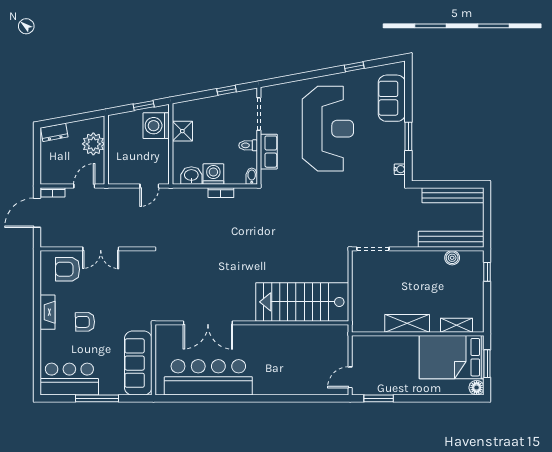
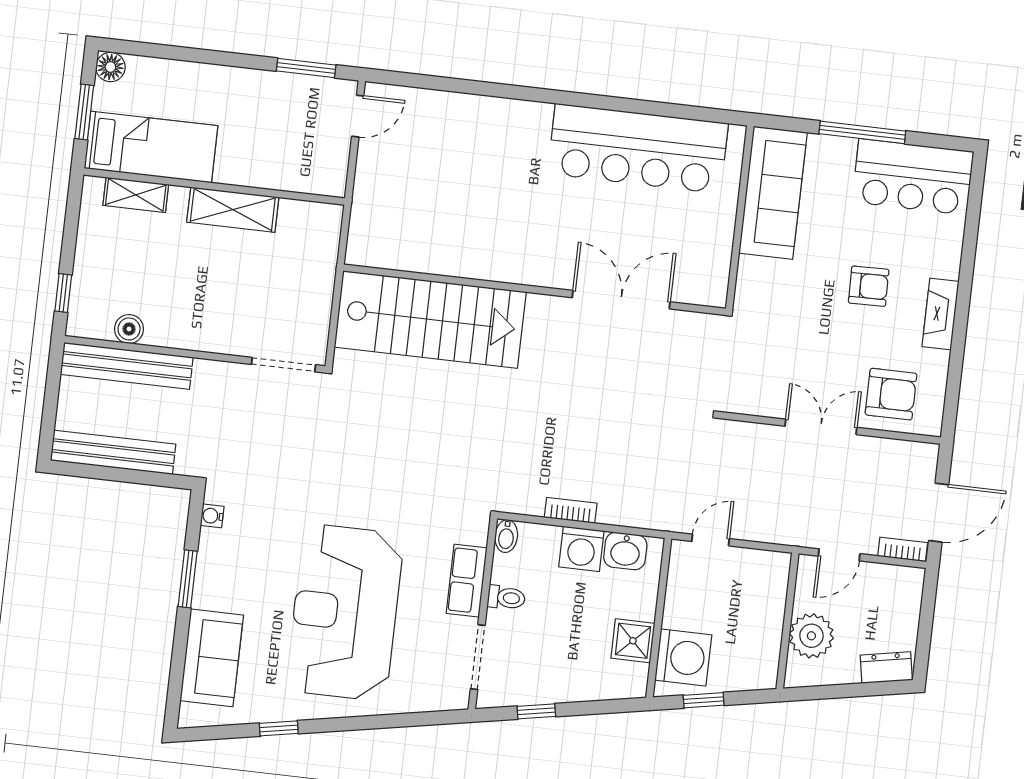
stairs: (302, 302) -> (430, 319), moved
double door: (208, 323) -> (621, 300), moved
wall: (252, 323) -> (534, 290), moved
bed: (452, 357) -> (151, 147), width x0.67

